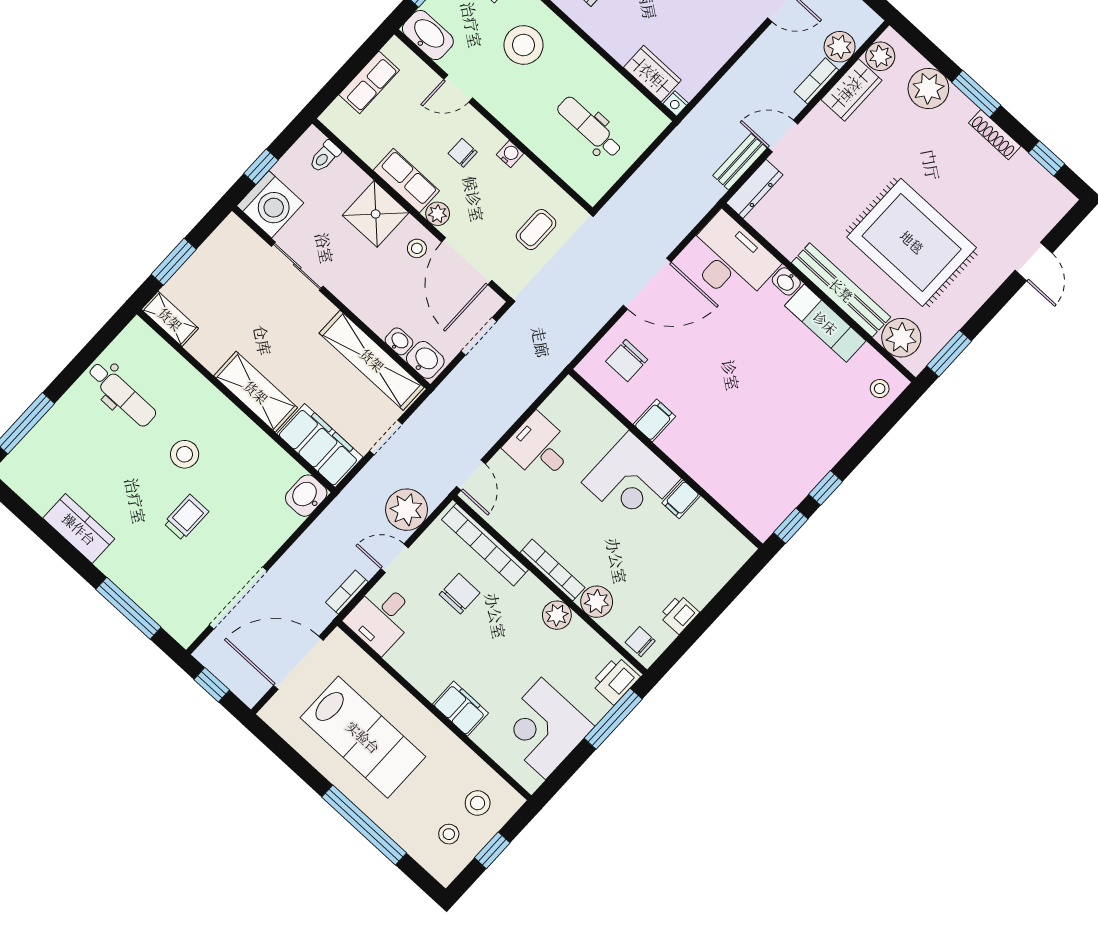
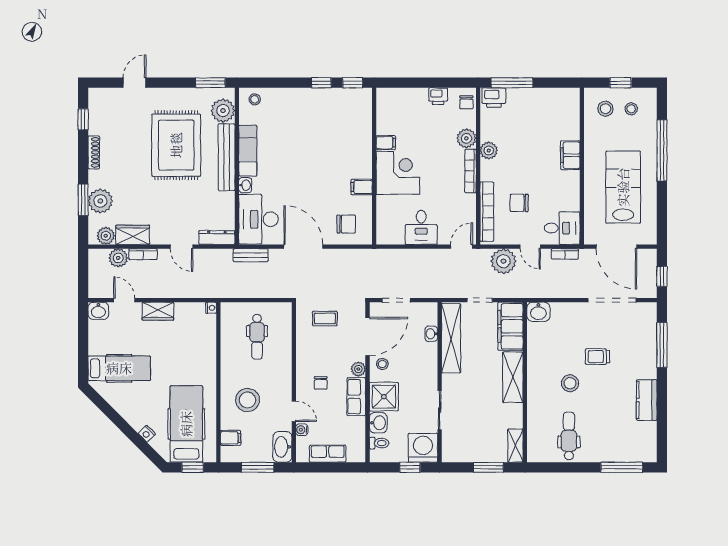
wardrobe: (652, 74) -> (158, 311), moved, turned -90
window: (976, 94) -> (83, 200), moved
water cooler: (510, 154) -> (302, 430), moved
bench: (740, 162) -> (251, 255), moved
washbasin: (425, 360) -> (378, 423), moved, turned 180
corner desk: (543, 728) -> (545, 110), removed

